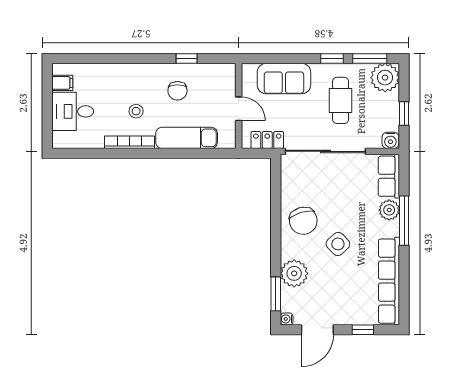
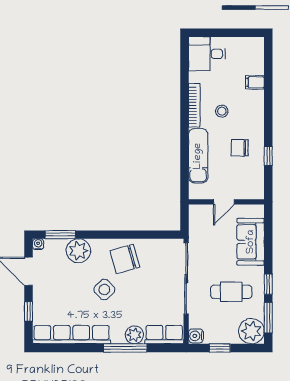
filing cabinet: (62, 83) -> (255, 82), moved, turned 90
desk: (73, 111) -> (207, 54), moved, turned -90
locker: (267, 140) -> (196, 227), removed

